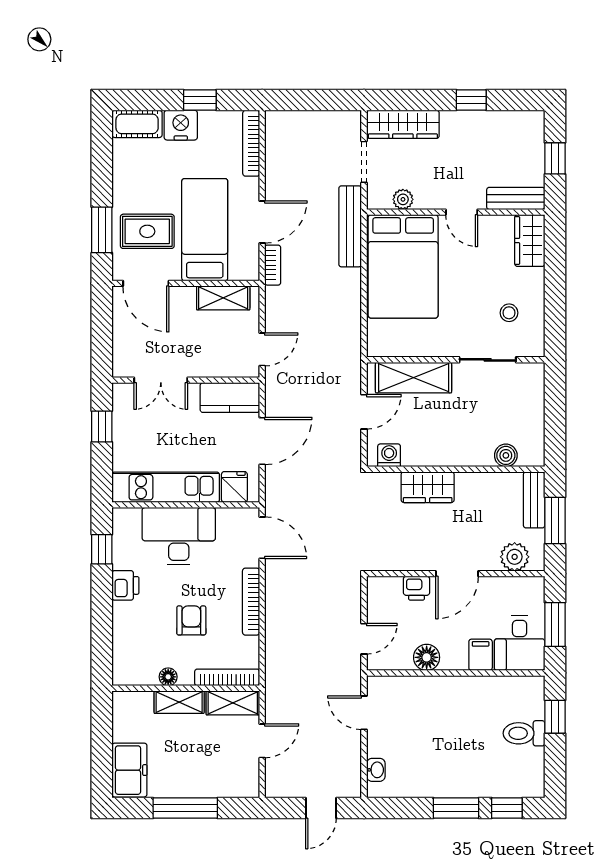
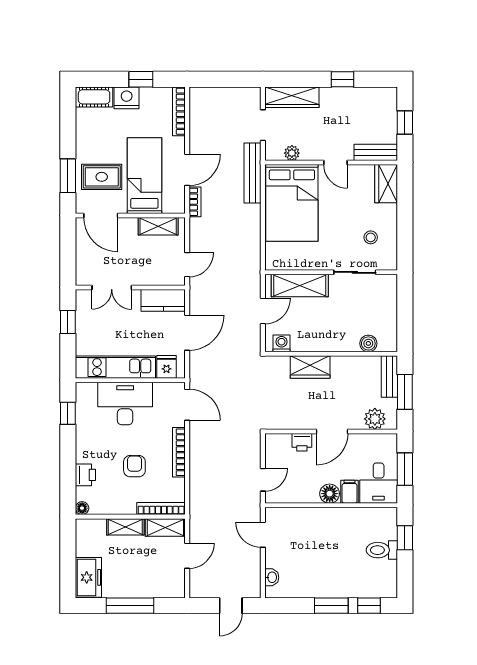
printer: (125, 585) -> (85, 475), moved
floor lamp: (427, 657) -> (330, 494), moved
floor lamp: (168, 677) -> (82, 508), moved

